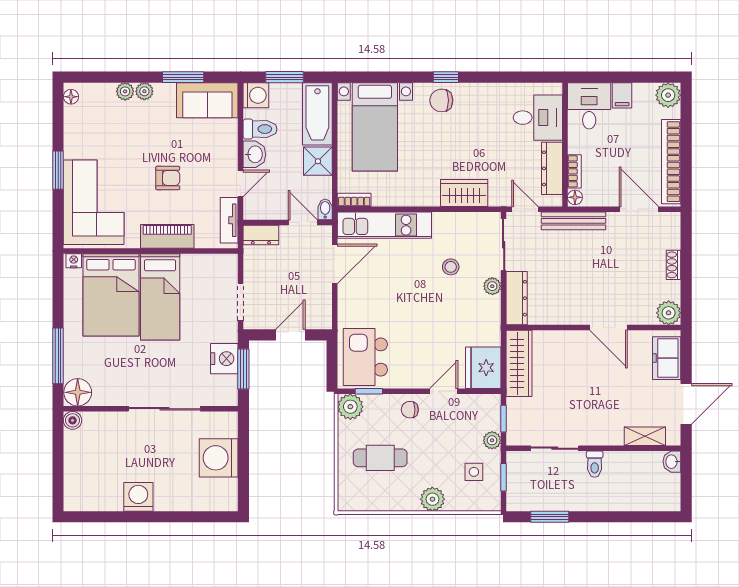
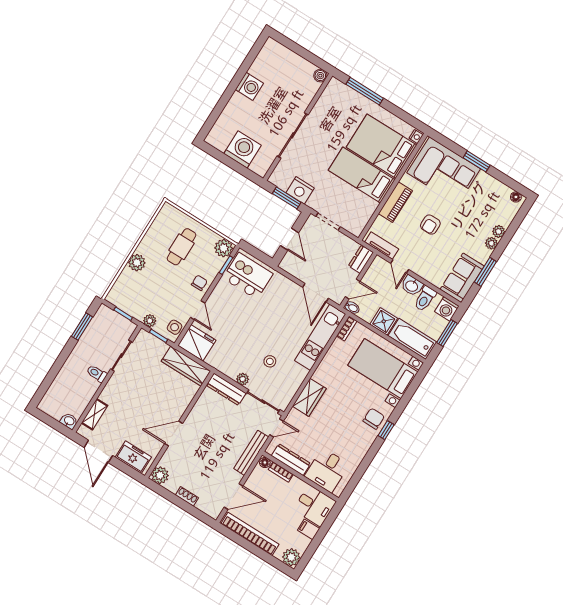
floor lamp: (78, 392) -> (335, 89), removed
side table: (474, 472) -> (175, 327), moved

